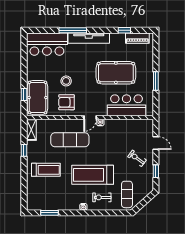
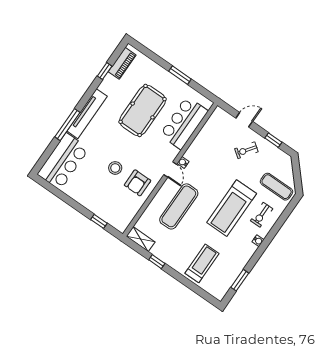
pool table: (37, 98) -> (112, 210), removed
treadmill: (46, 170) -> (202, 263), moved

